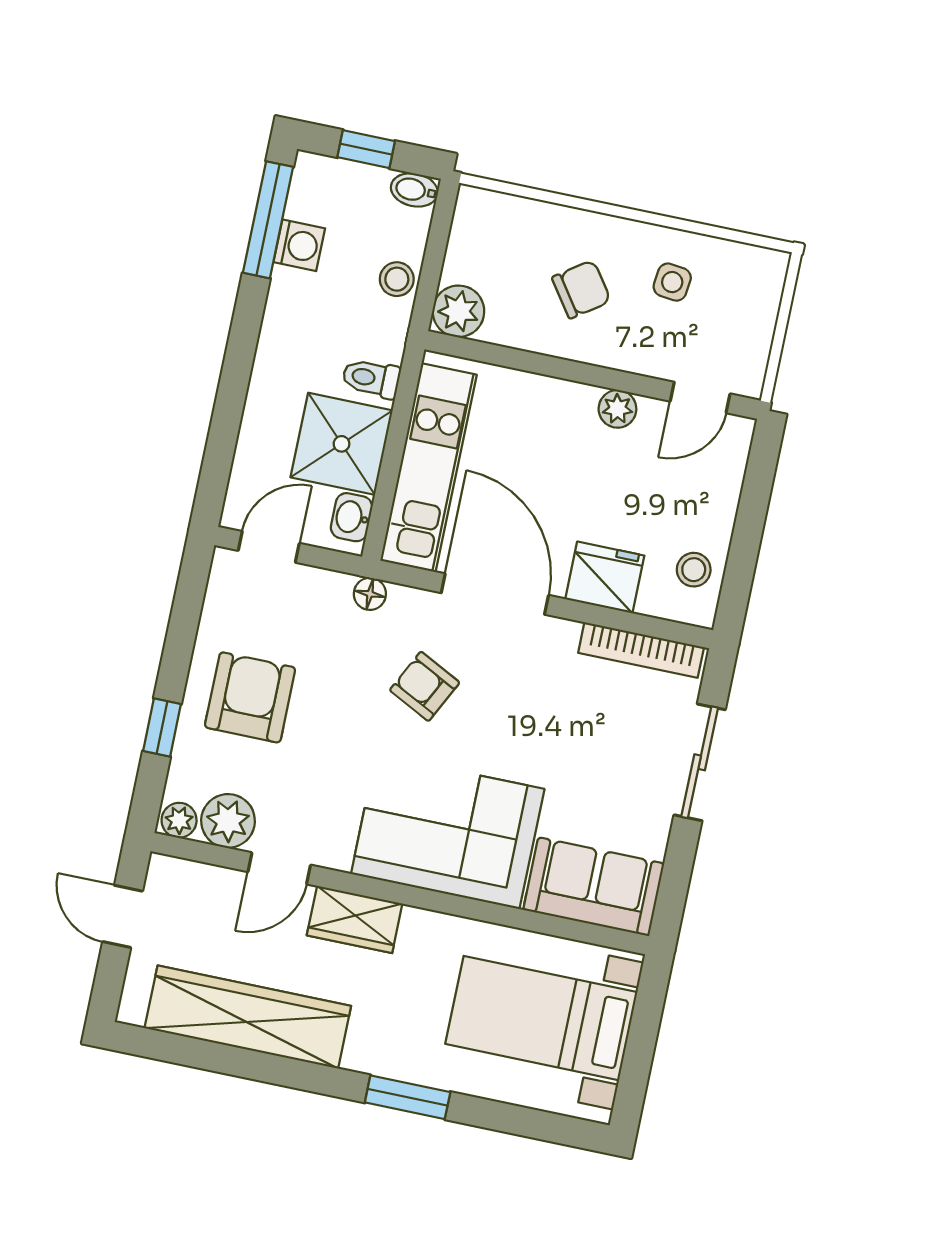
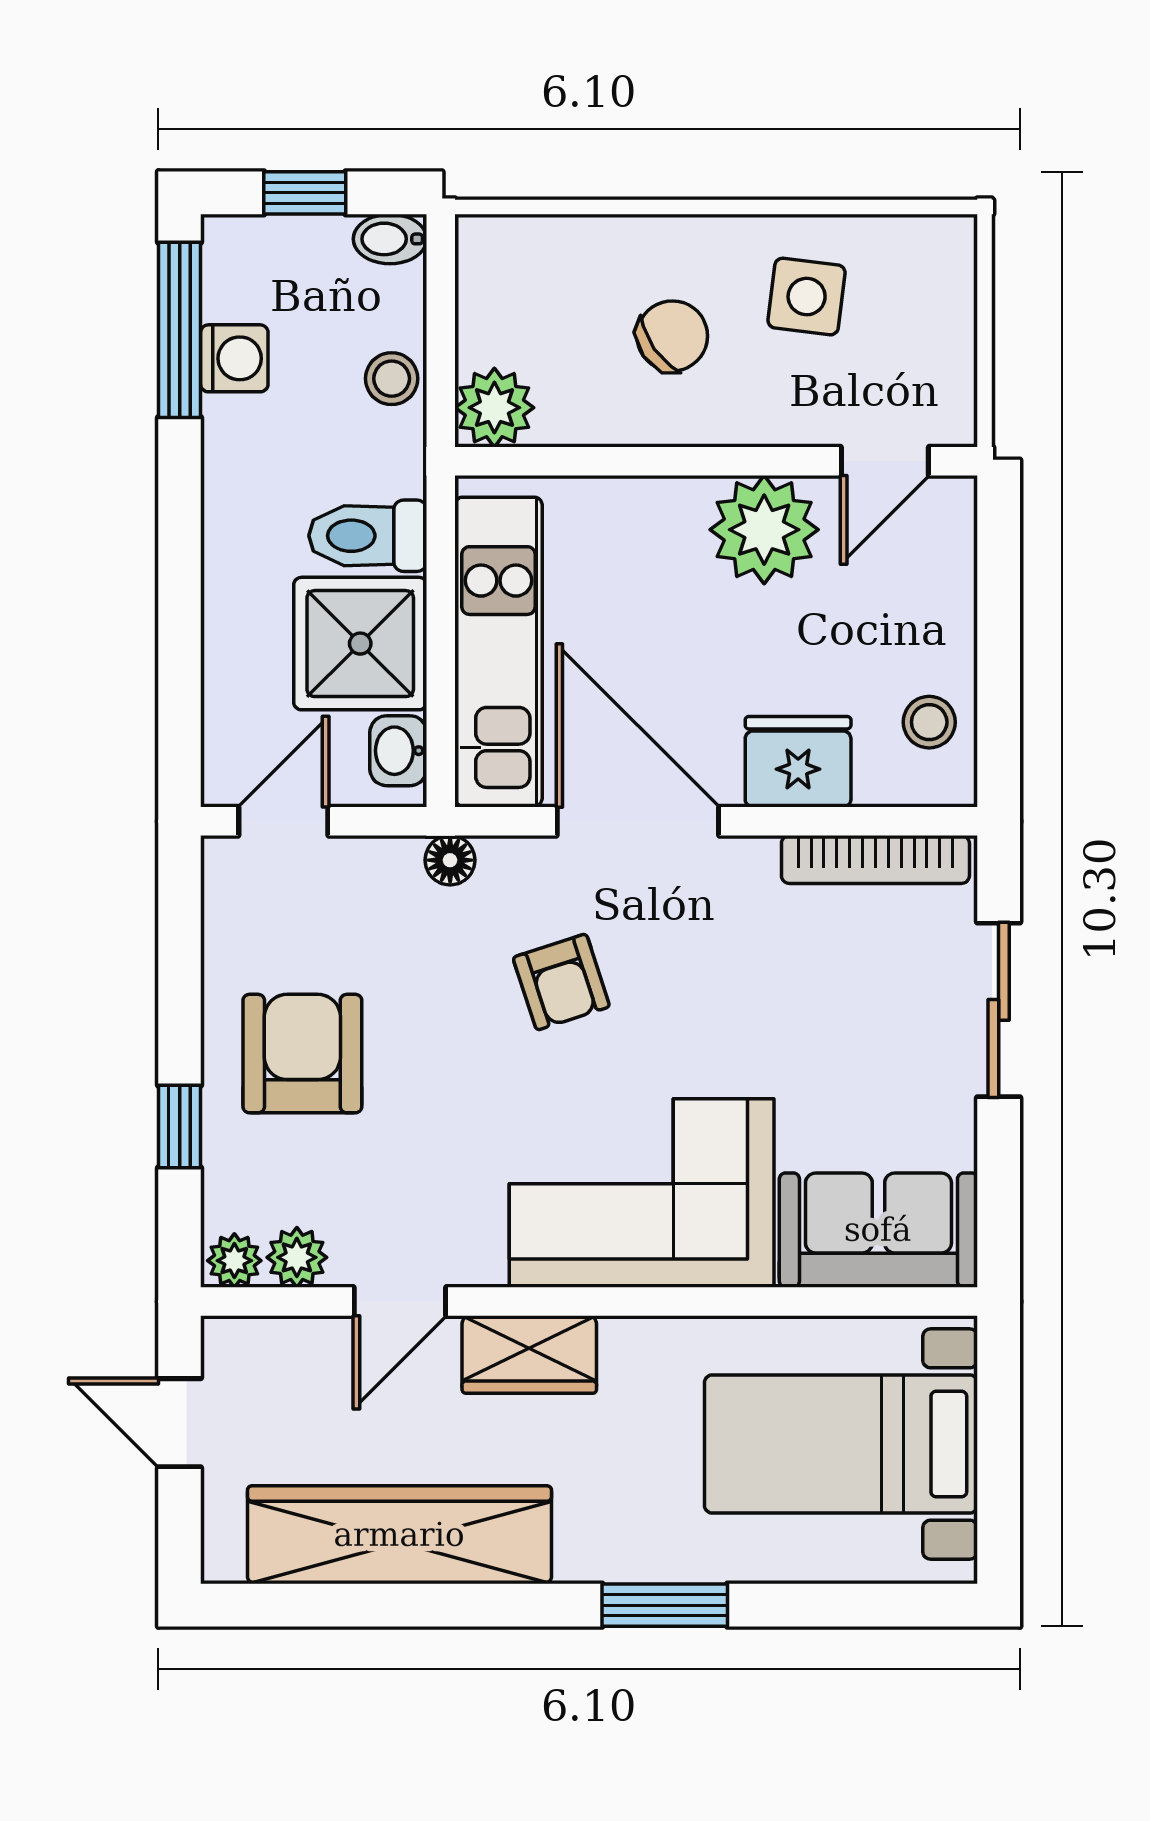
side table: (672, 282) -> (807, 297), width x1.37, depth x1.37
toilet: (371, 378) -> (368, 536), width x1.37, depth x1.39
plant: (617, 409) -> (764, 530), width x1.88, depth x1.88
armchair: (425, 686) -> (561, 982), turned -135
plant: (228, 821) -> (297, 1257), width x0.73, depth x0.73

